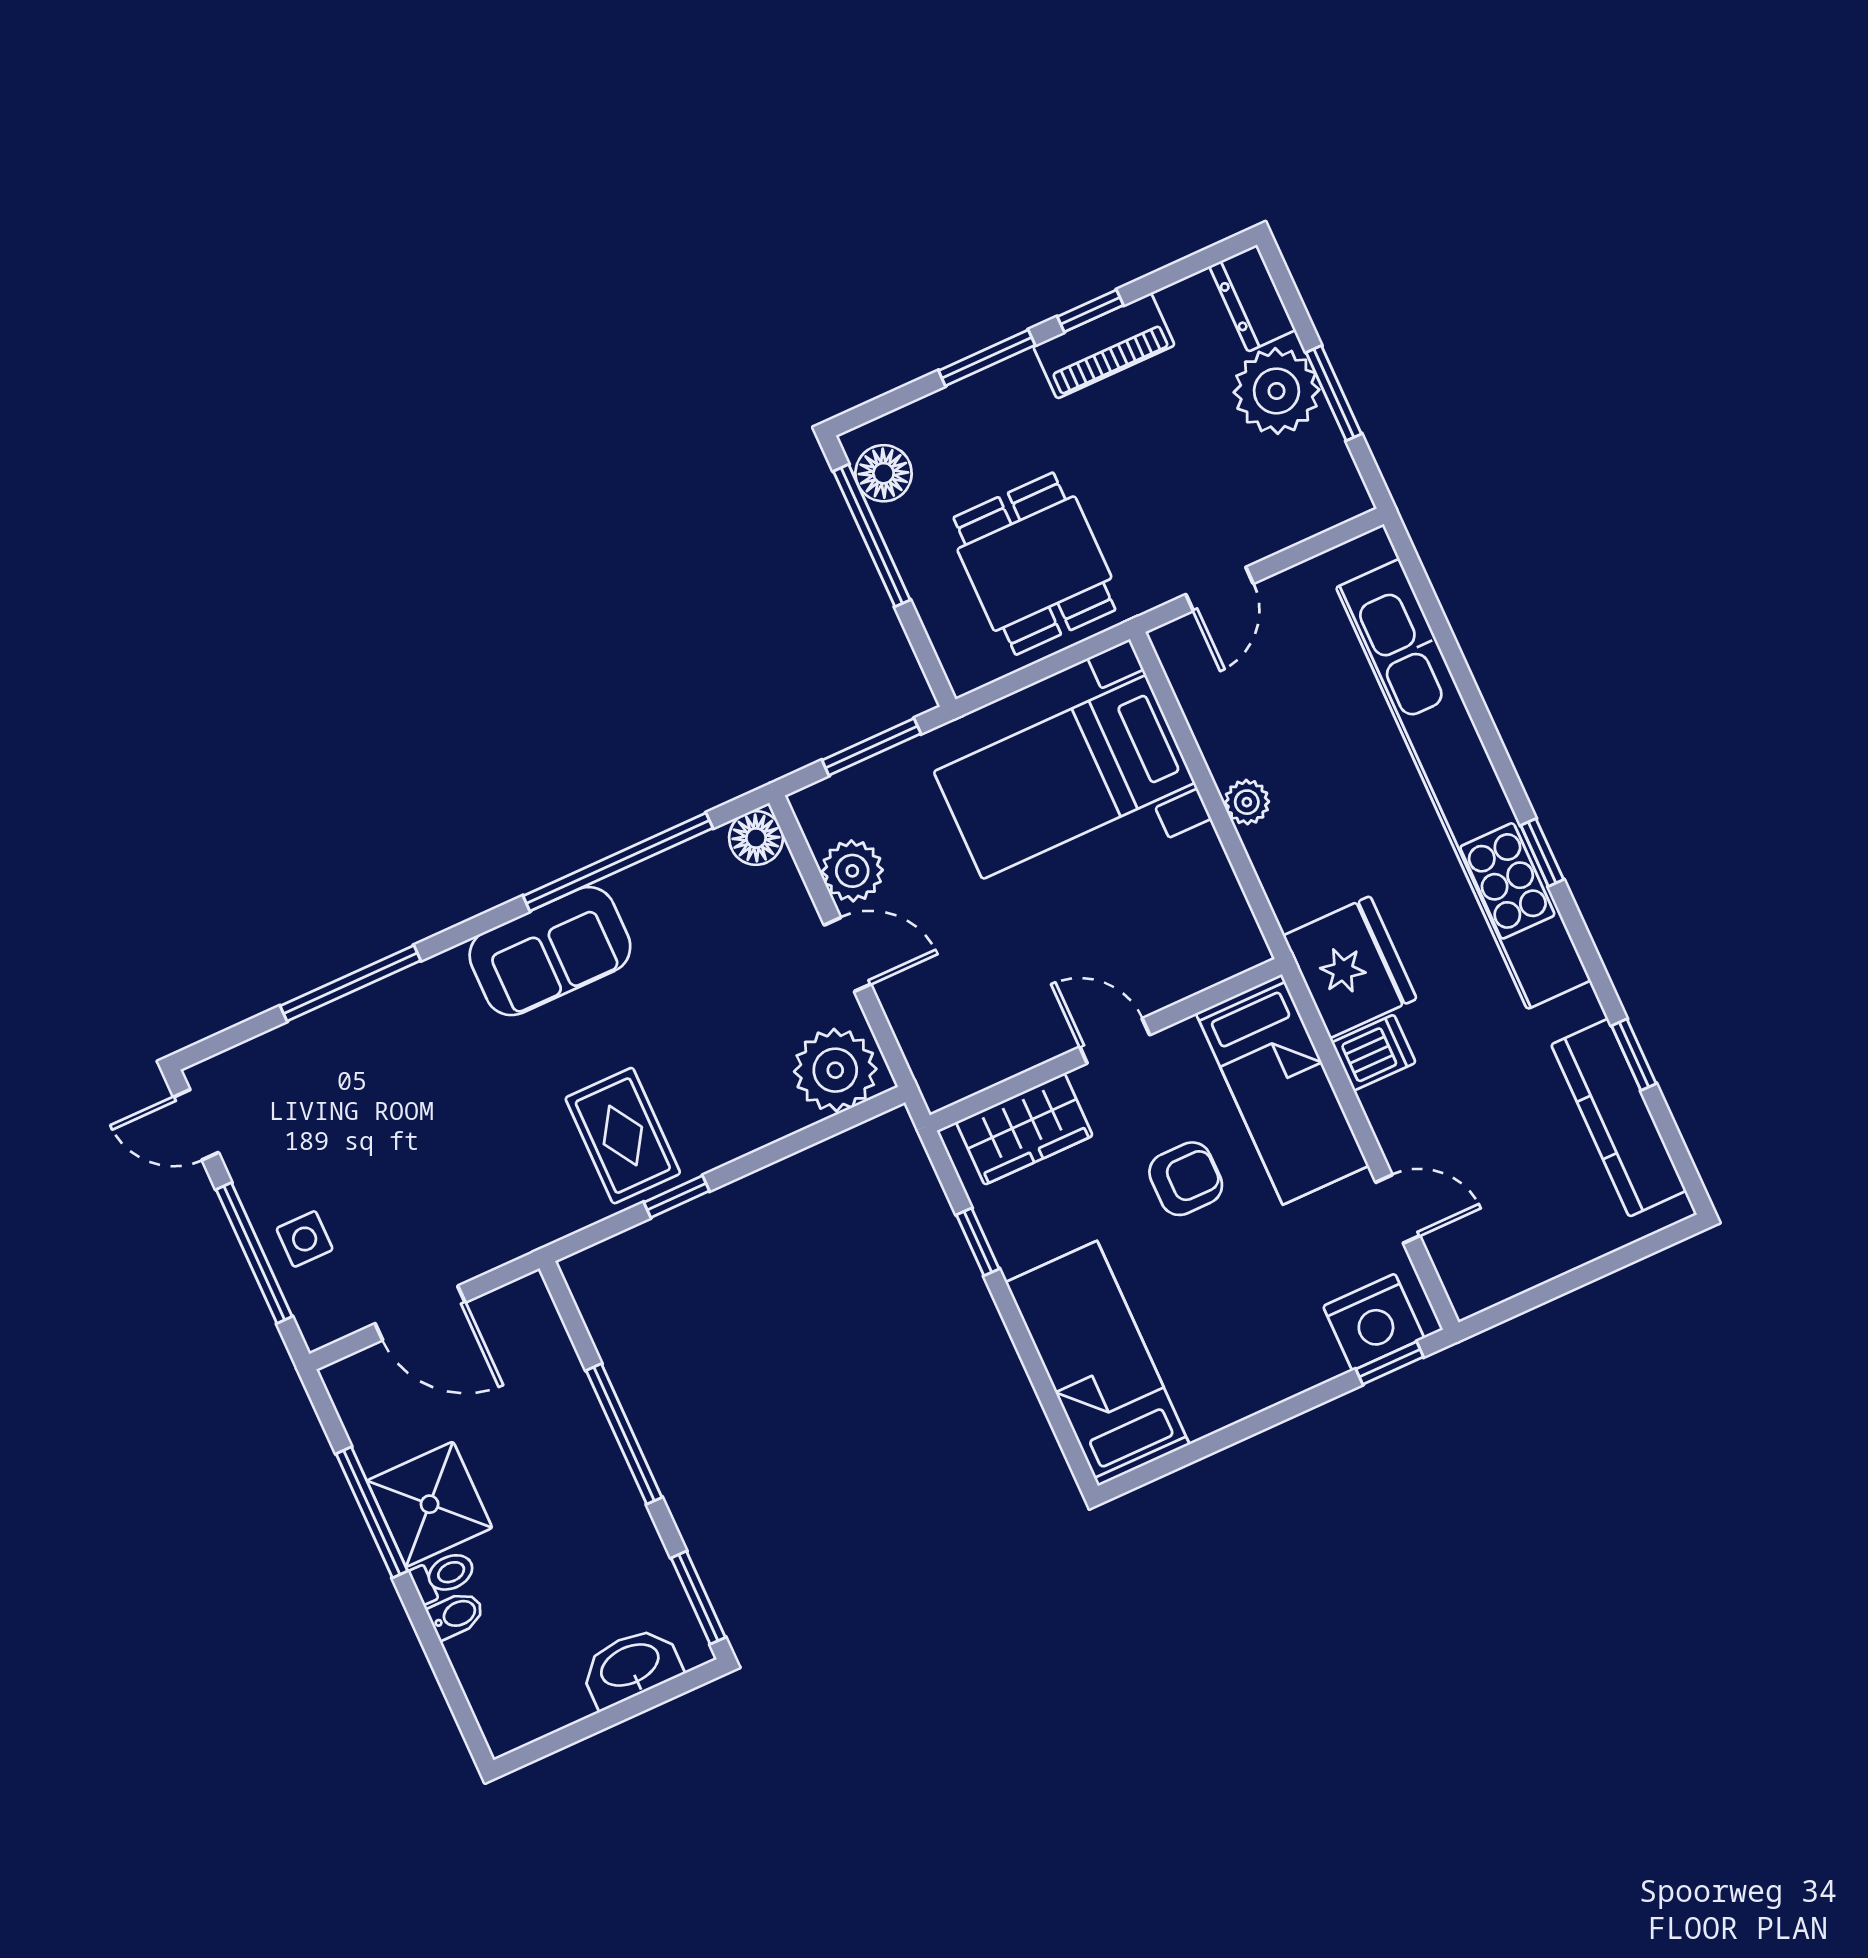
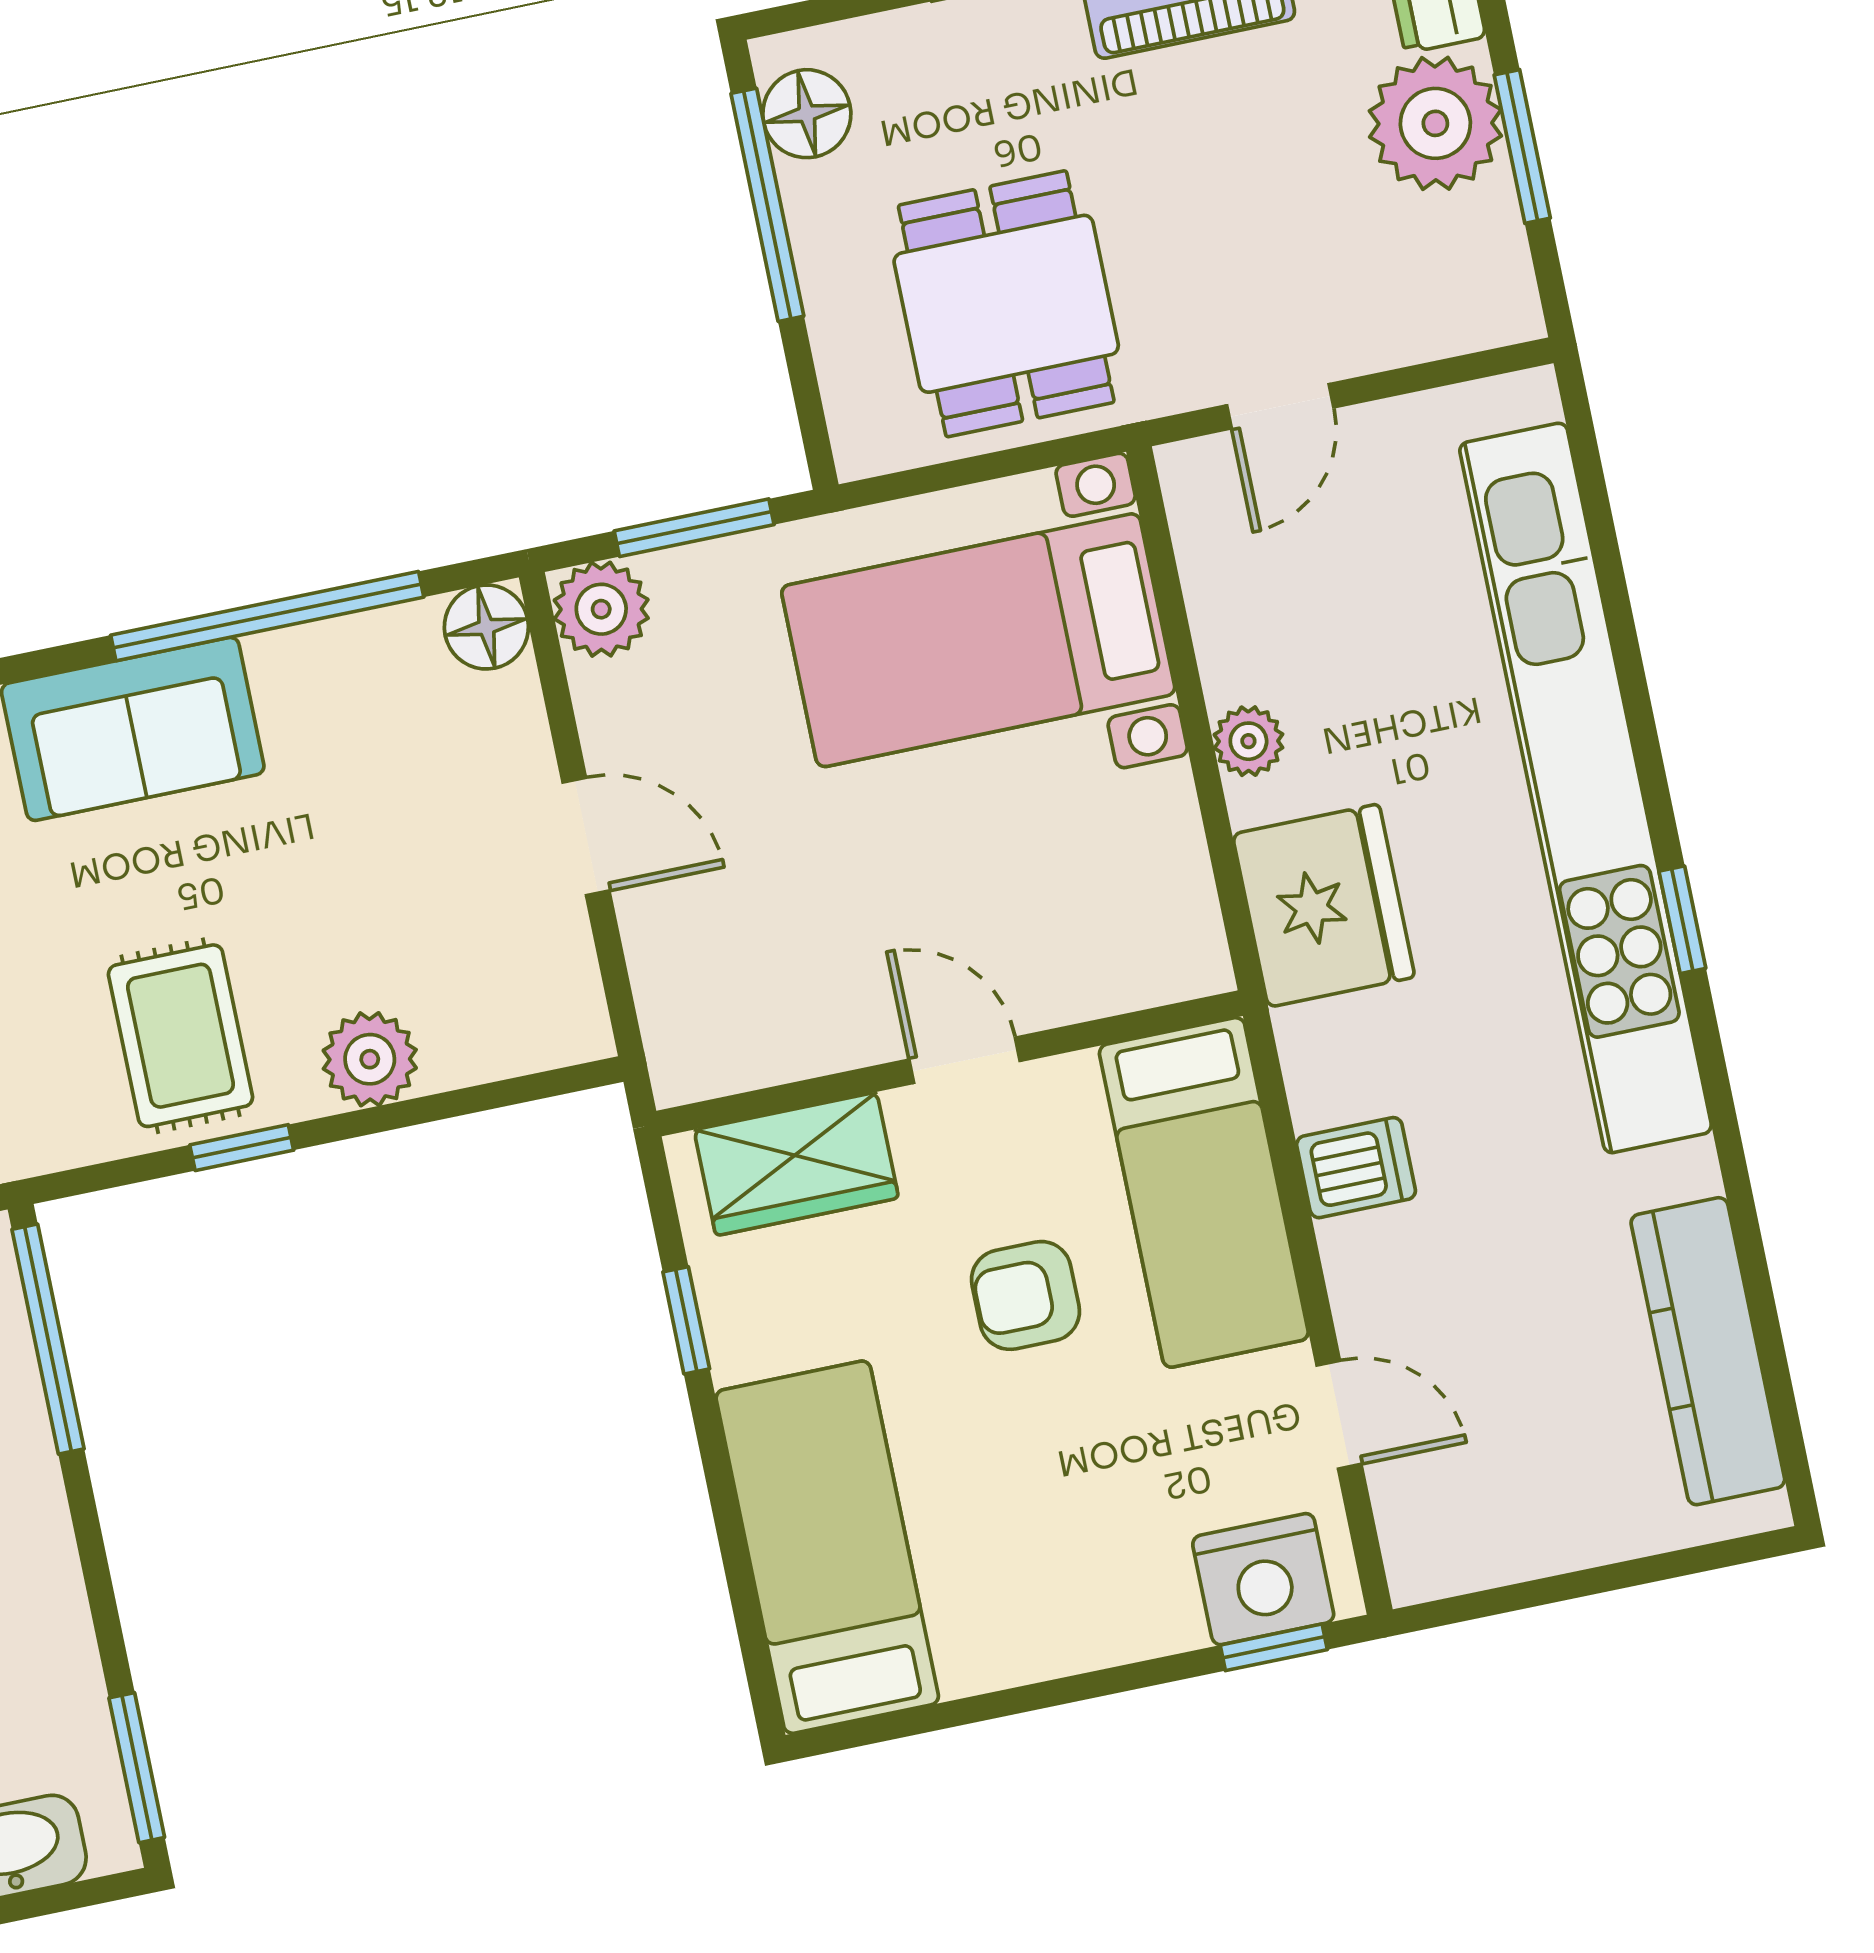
plant: (852, 871) -> (601, 609), moved
fridge: (1350, 967) -> (1324, 906), moved
window: (1634, 1055) -> (1753, 1260), removed
plant: (835, 1070) -> (370, 1059), moved, width x0.73, depth x0.73
armchair: (1186, 1179) -> (1026, 1295), turned 180
window: (624, 1434) -> (48, 1339), moved

